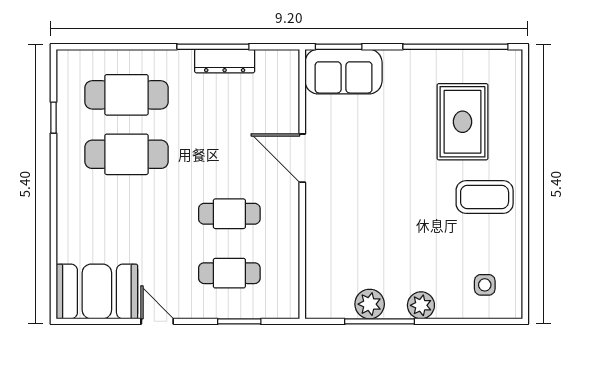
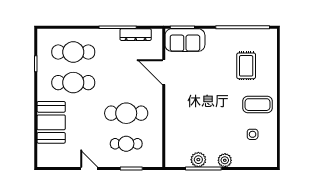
dresser: (225, 61) -> (136, 35), moved
rug: (463, 122) -> (246, 66), width x0.73, depth x0.70
door: (302, 158) -> (164, 72), moved
cafe table: (229, 214) -> (126, 113), width x1.37, depth x1.35
side table: (485, 285) -> (253, 134), moved
booth: (97, 291) -> (51, 122), moved, turned 90

